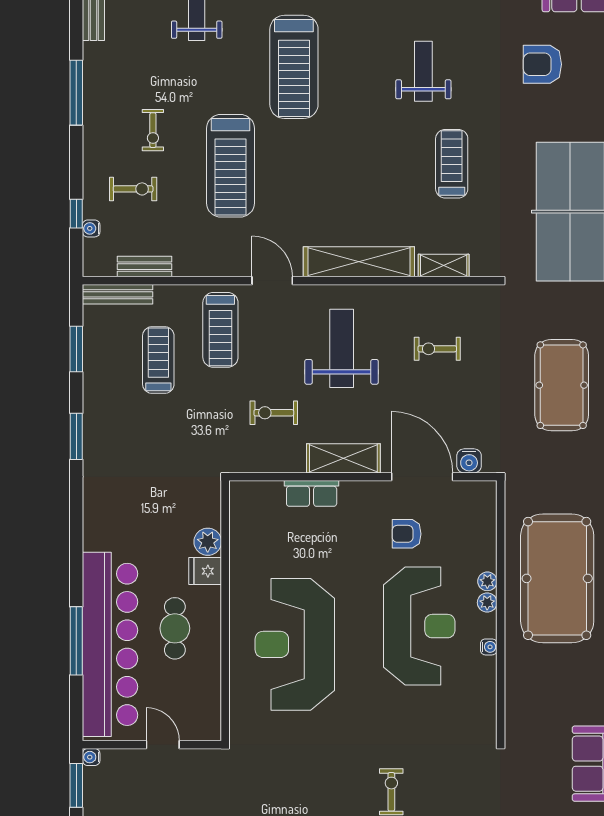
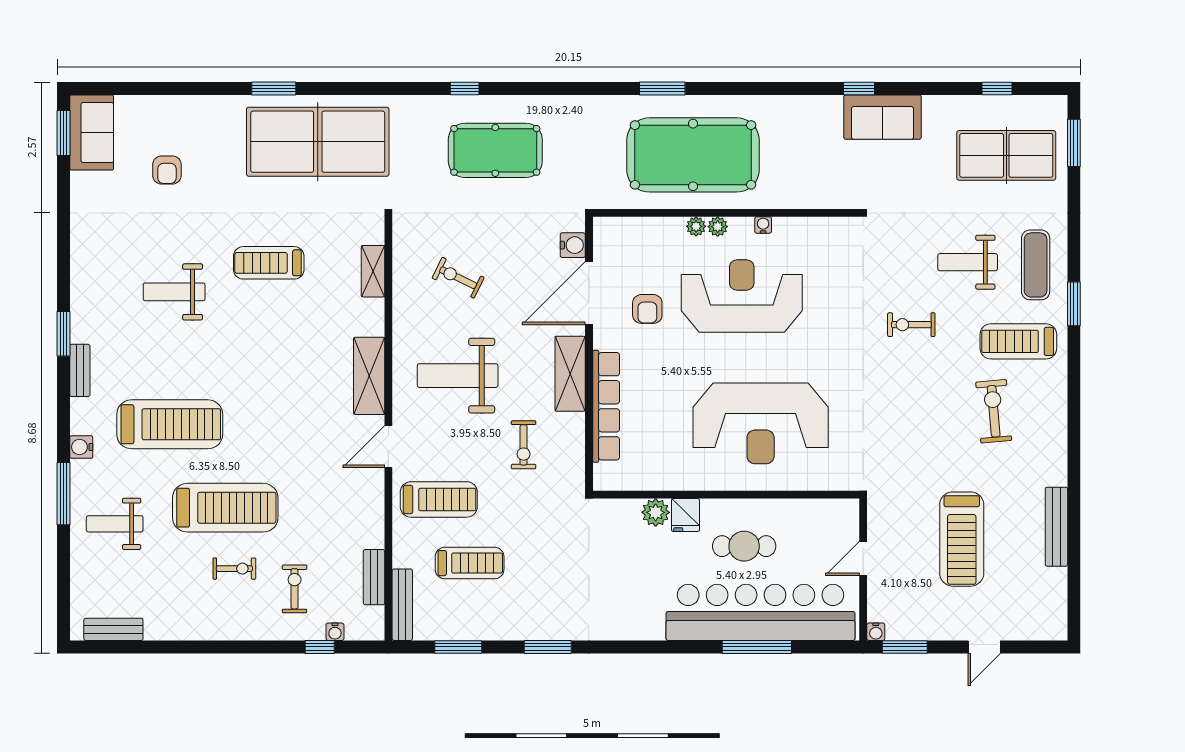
armchair: (542, 64) -> (167, 170), width x0.72, depth x0.72
window: (76, 93) -> (196, 647), removed
treadmill: (230, 166) -> (225, 508), moved
shelving: (359, 262) -> (369, 376), width x0.68
exercise bike: (437, 349) -> (458, 278), turned 116
treadmill: (158, 360) -> (470, 563), turned 180
row of seats: (312, 493) -> (606, 406), width x2.02

